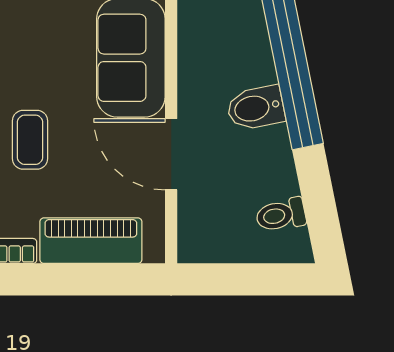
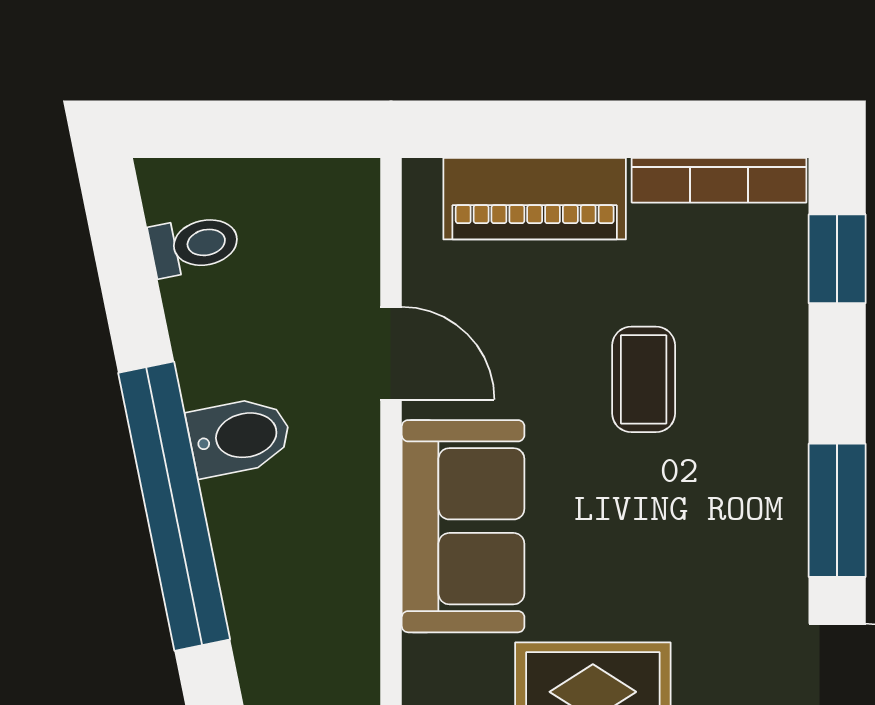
door: (171, 154) -> (391, 353), width x0.73

